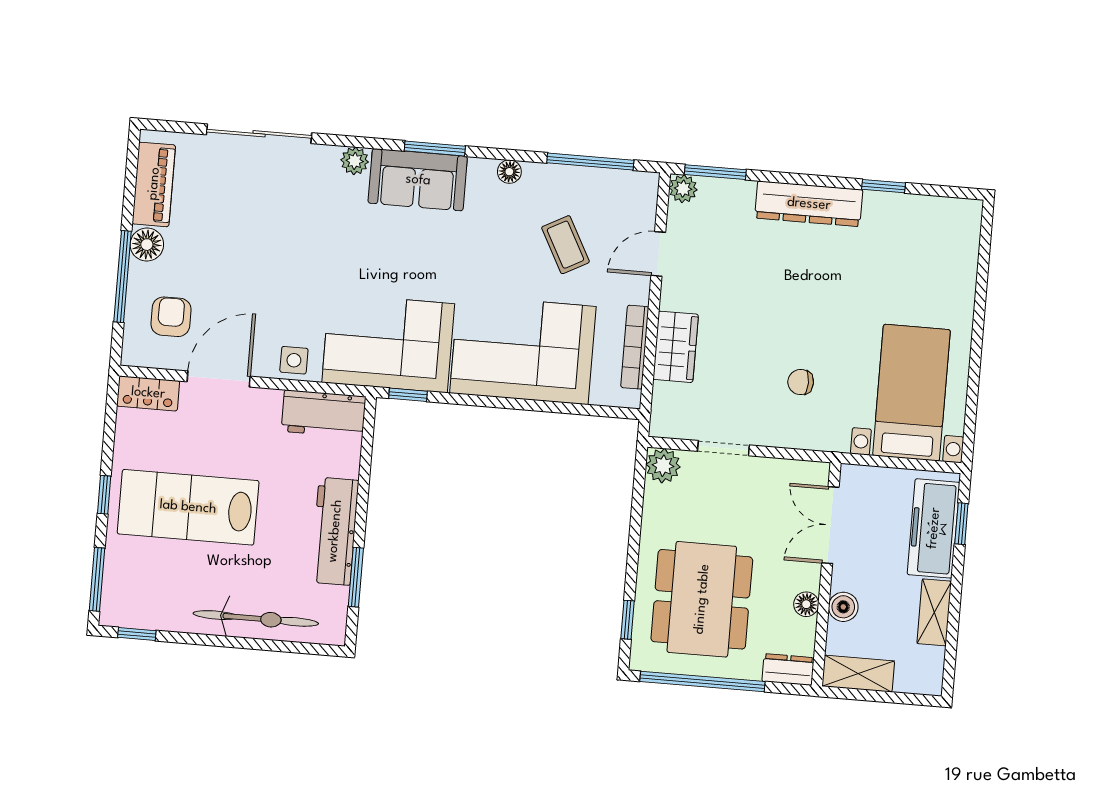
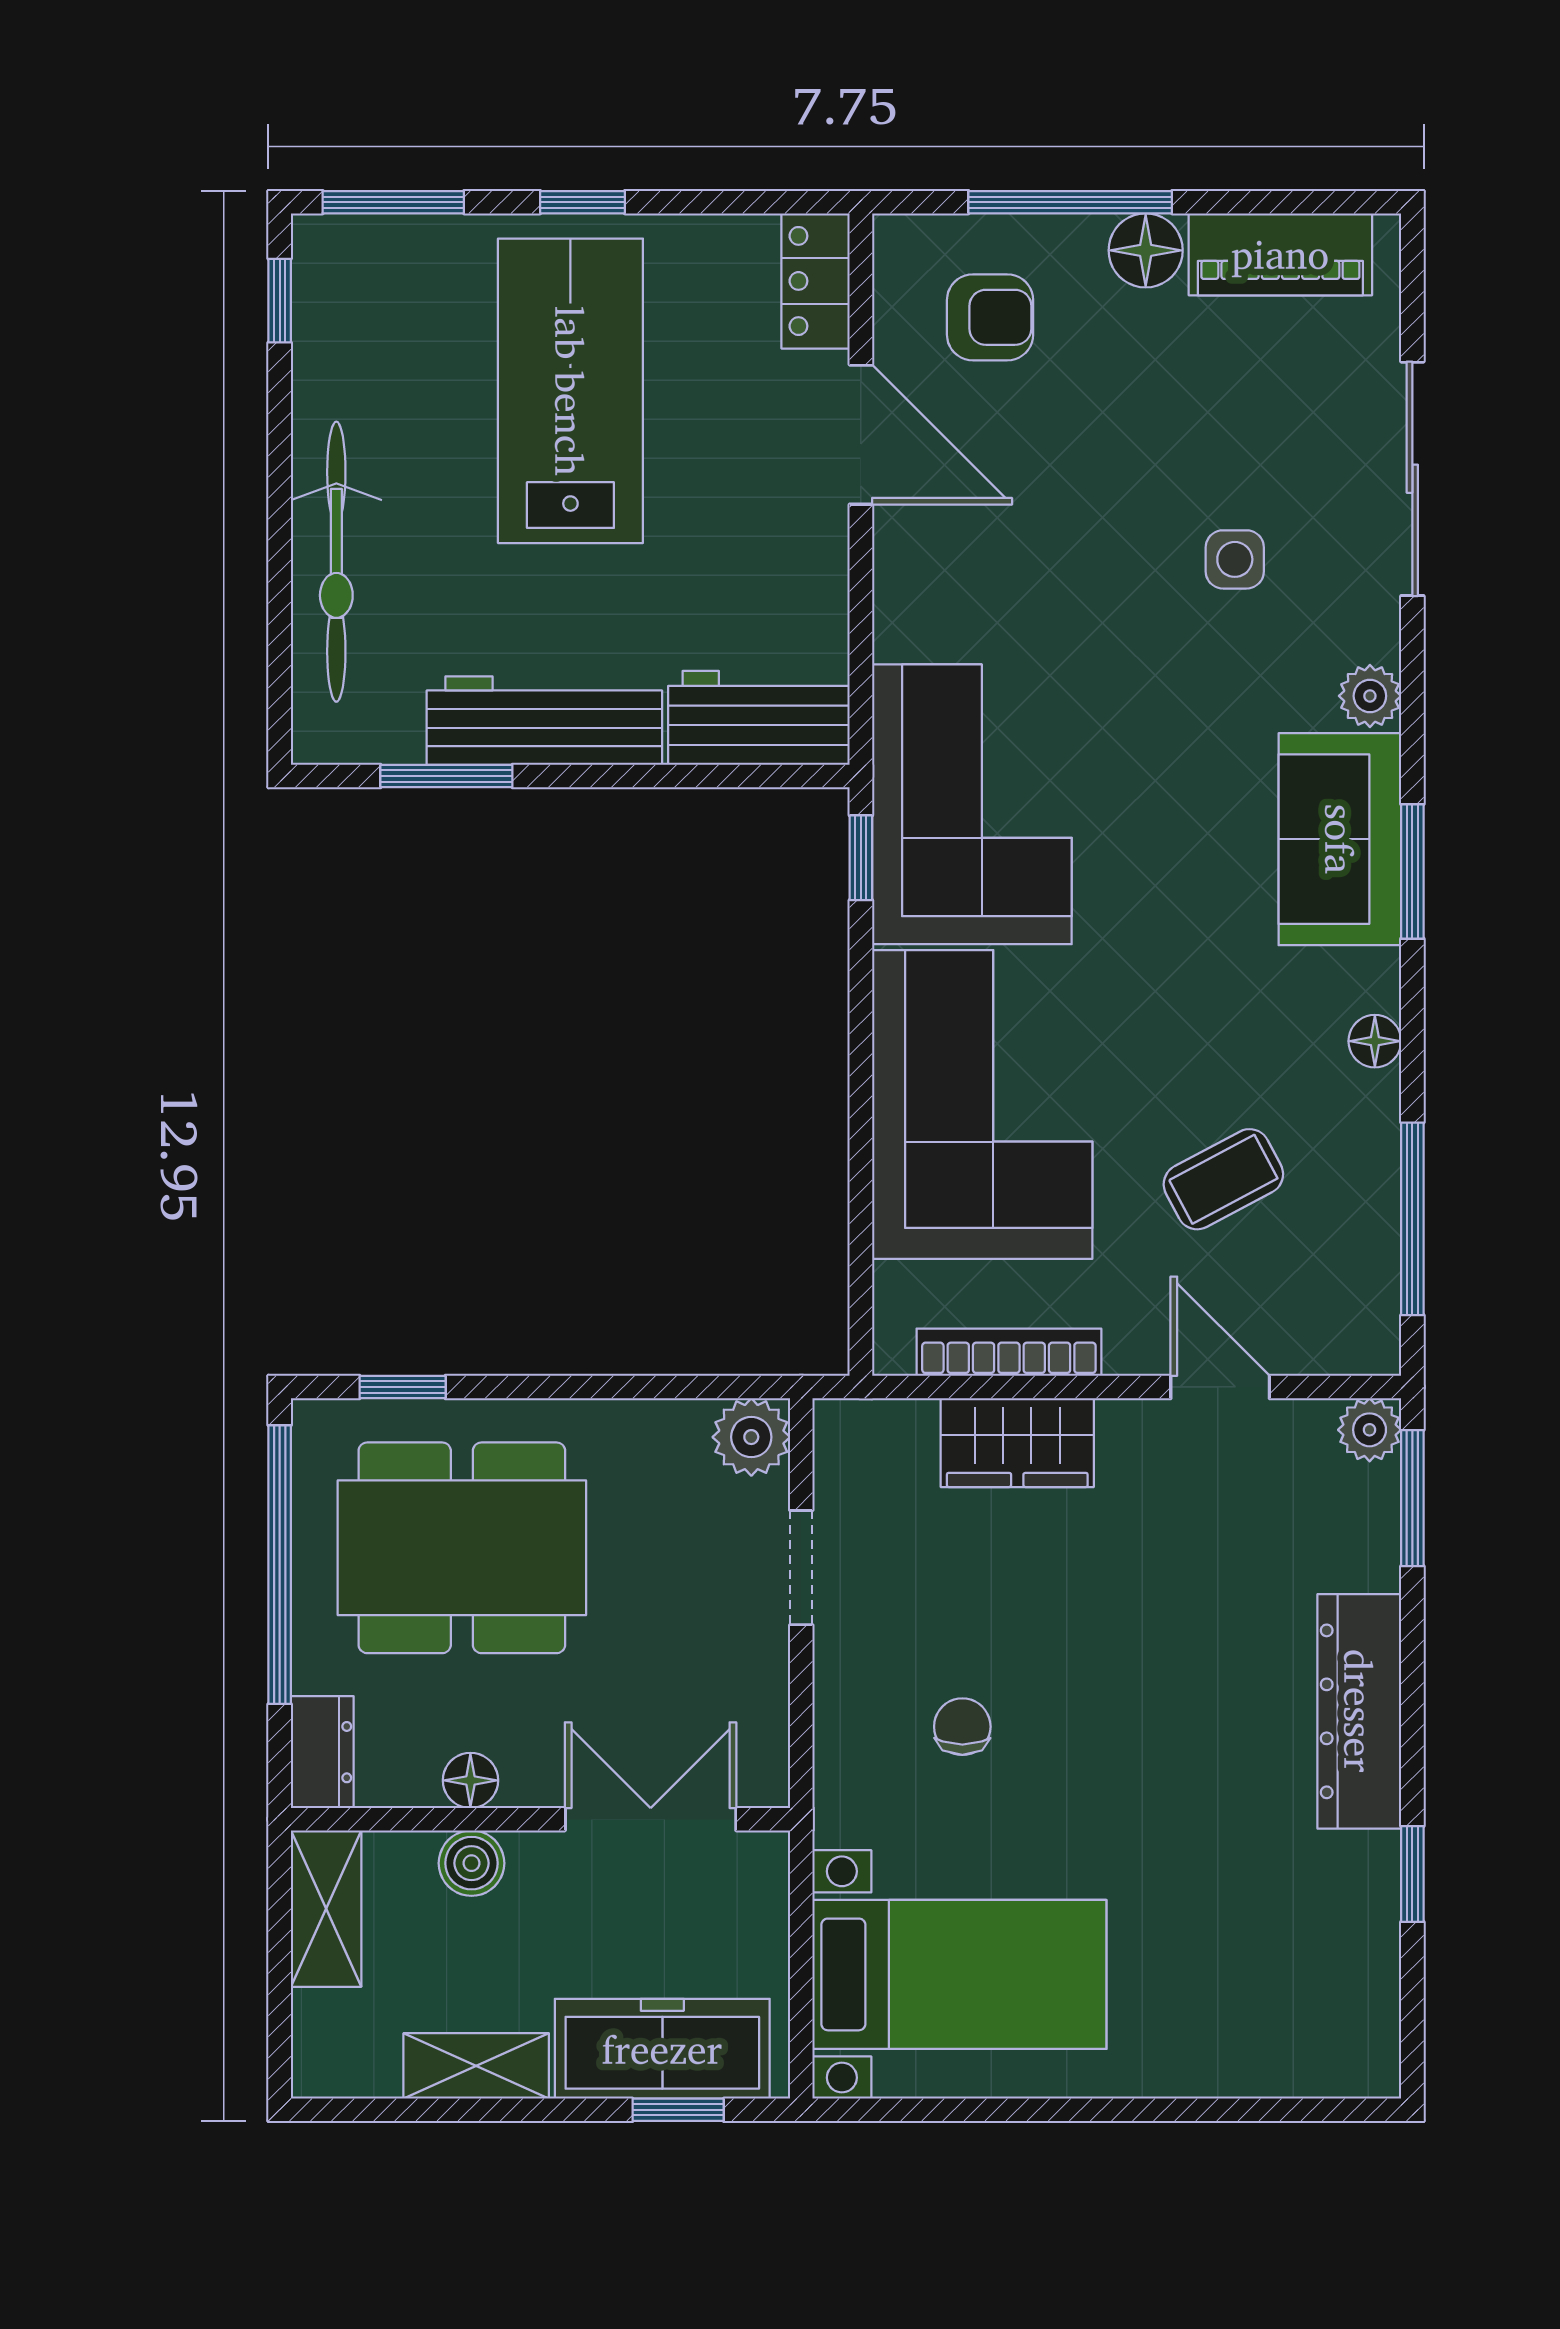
side table: (294, 360) -> (1235, 559), moved
workbench: (324, 414) -> (759, 718), moved, turned 90

